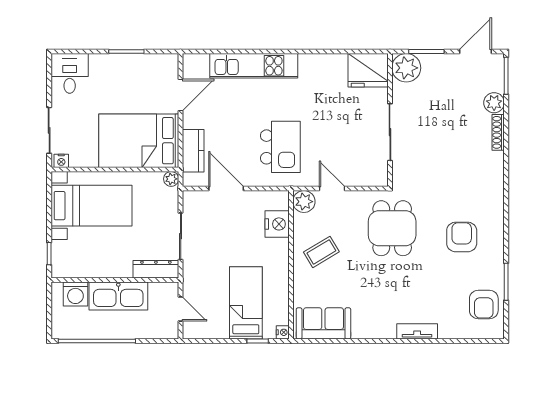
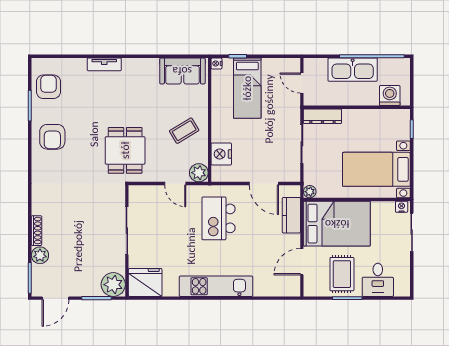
kitchen unit: (254, 66) -> (216, 286), moved
desk: (70, 73) -> (378, 280), moved
rug: (133, 80) -> (342, 274), added
armchair: (462, 237) -> (52, 137), moved
kitchen sink: (118, 296) -> (353, 70), moved, turned 180

